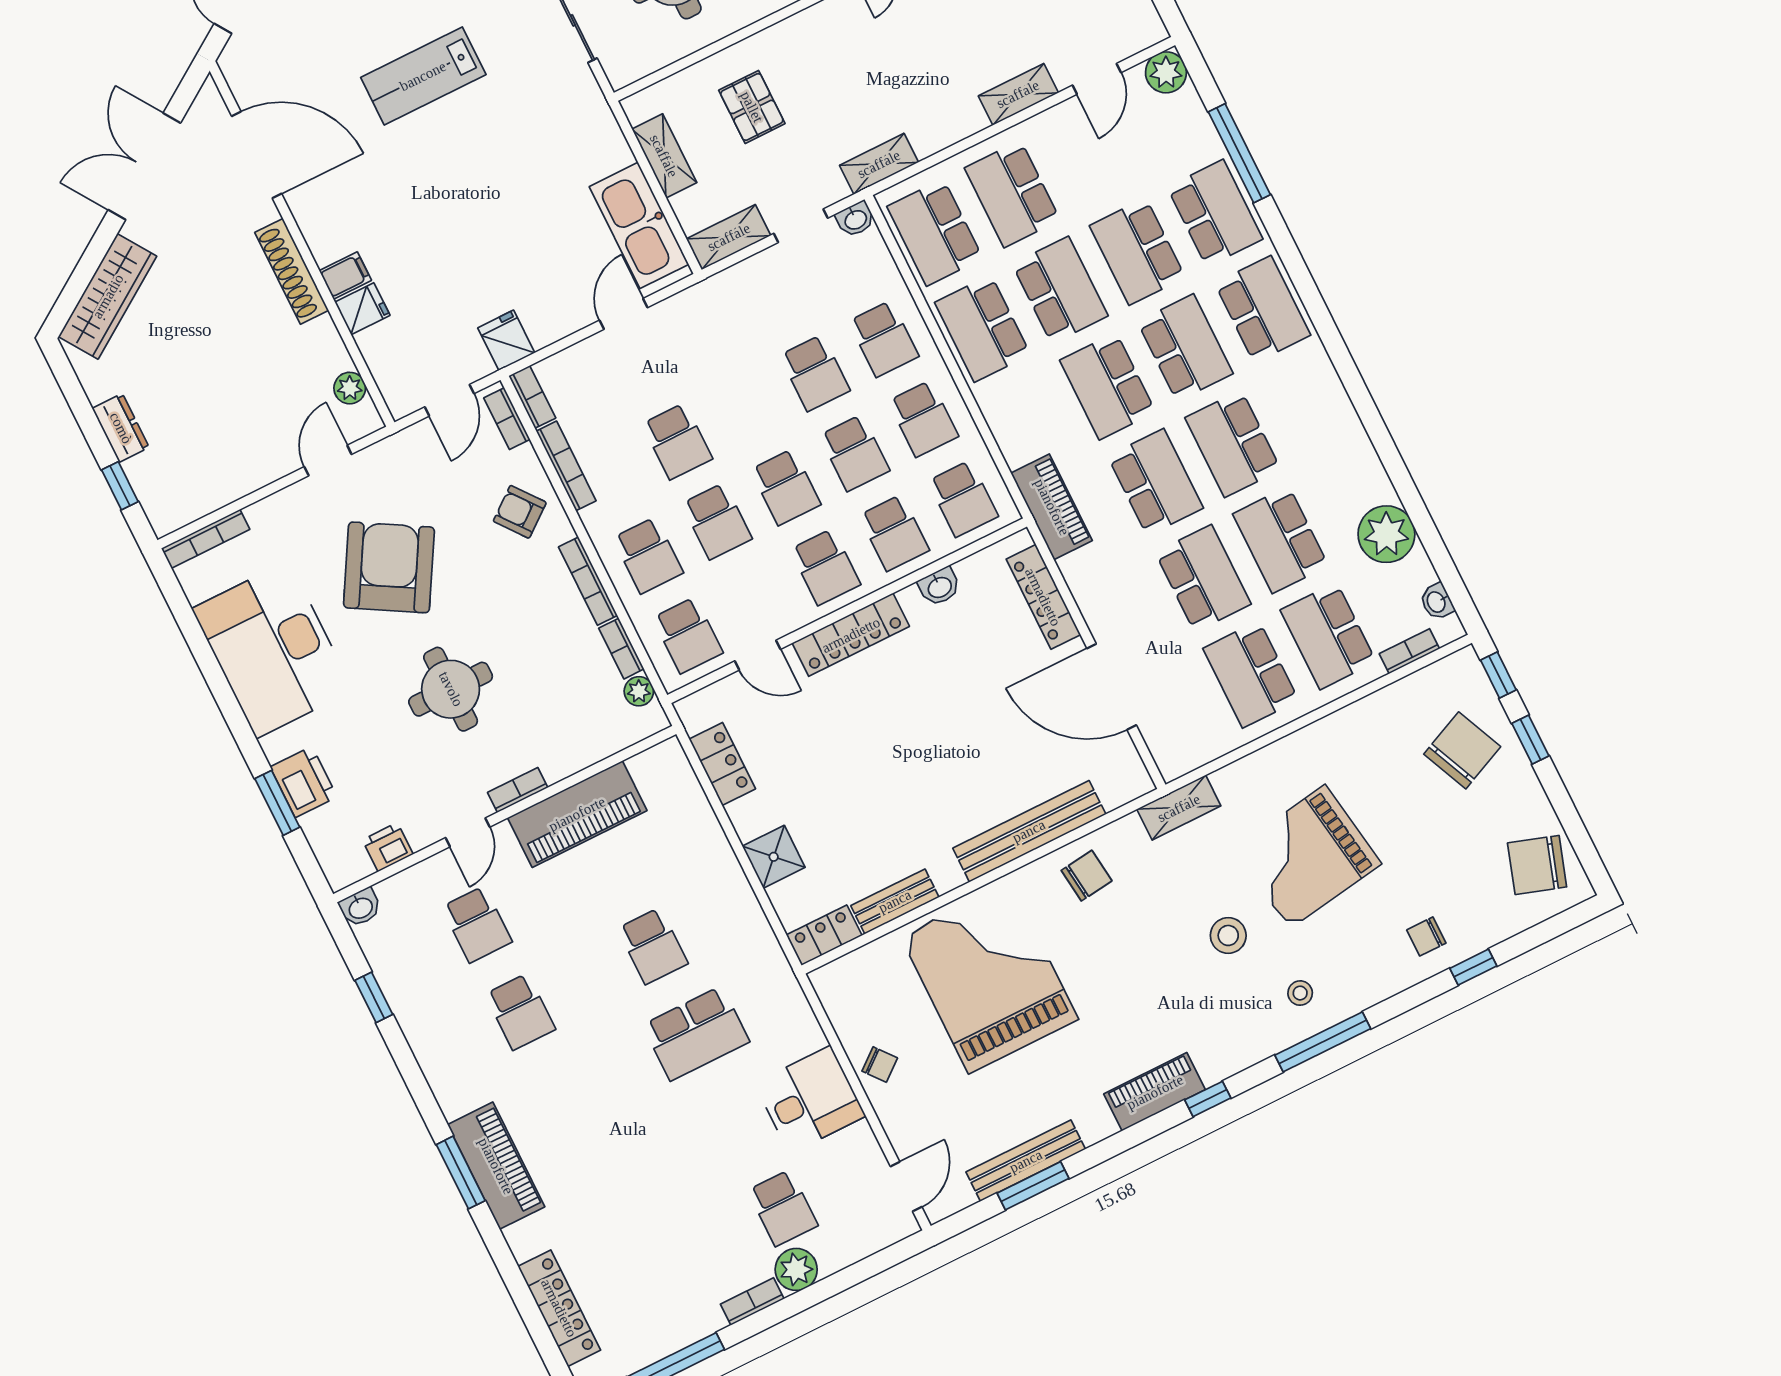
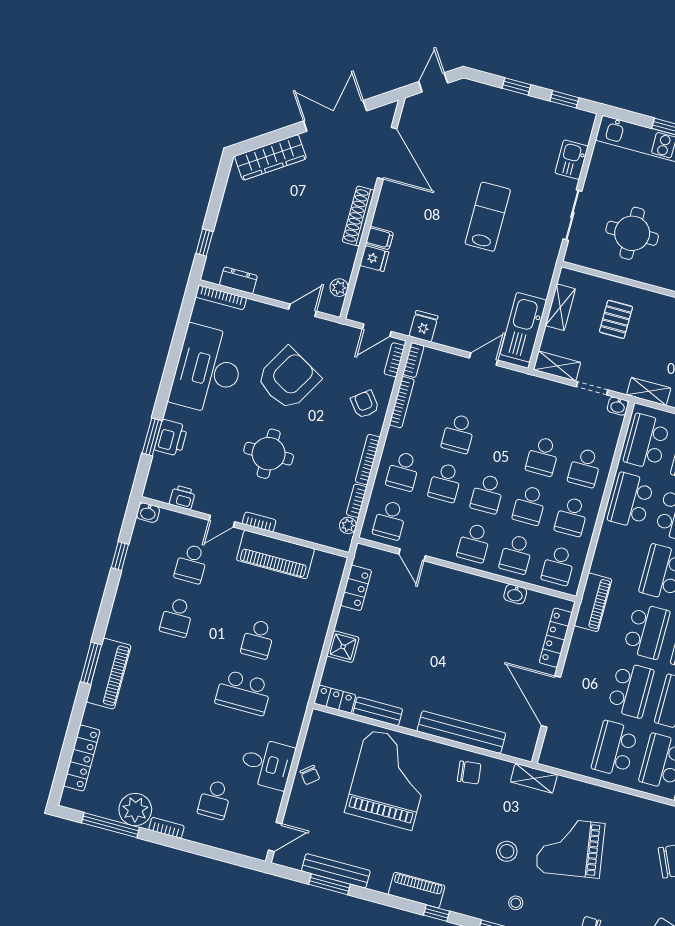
lab bench: (423, 76) -> (488, 217), moved, turned 90
dresser: (121, 428) -> (238, 280), moved, turned -90
locker: (851, 635) -> (459, 581), removed
plant: (796, 1269) -> (135, 810), moved, width x1.36, depth x1.36

